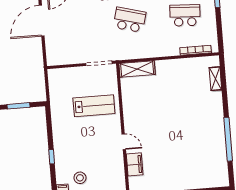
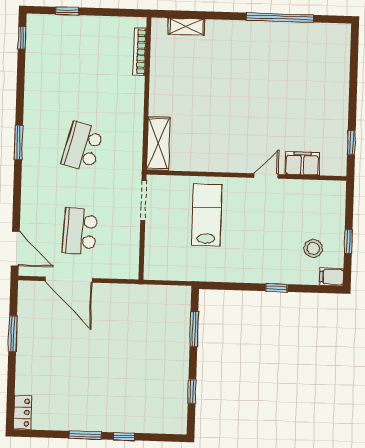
school desk: (185, 15) -> (80, 231), moved

